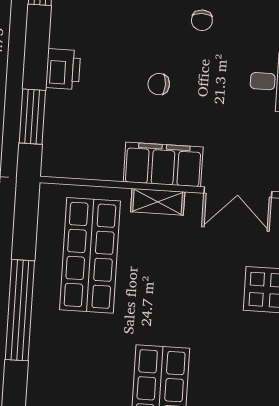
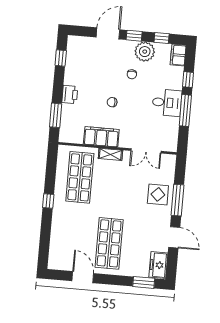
filing cabinet: (163, 164) -> (101, 137), moved
window: (20, 310) -> (48, 201), width x0.32

